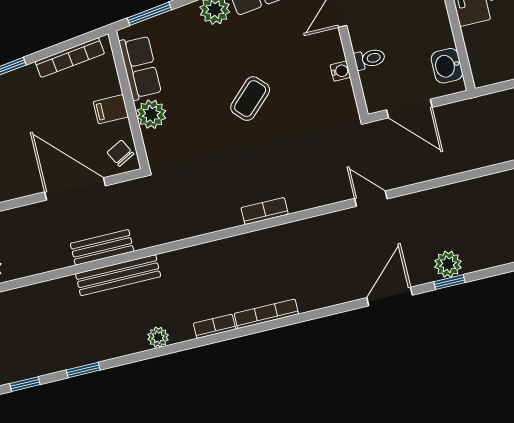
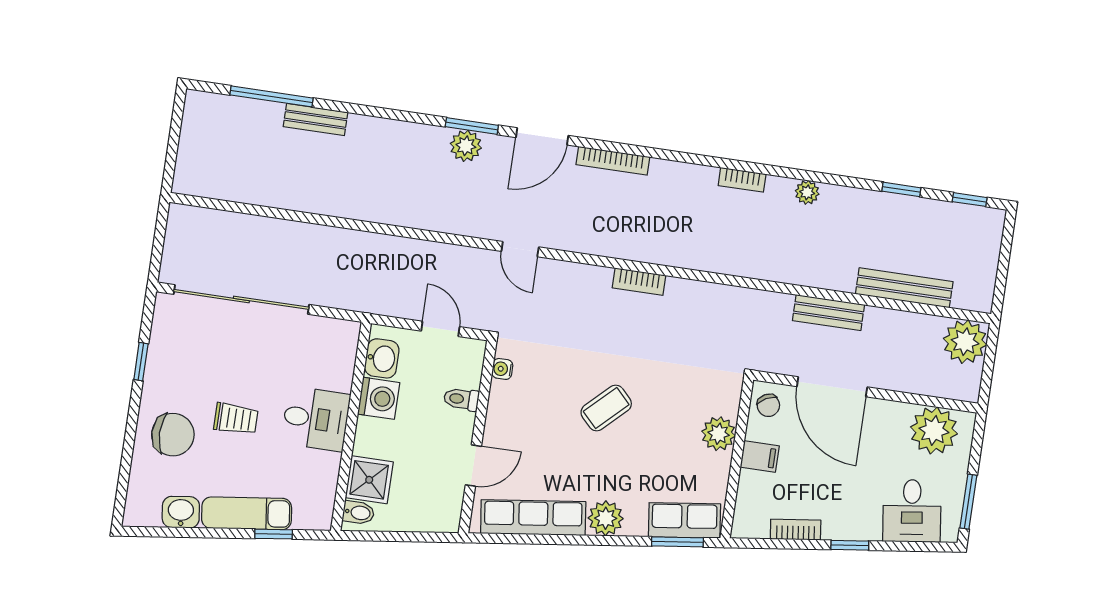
washing machine: (436, 33) -> (379, 398), added
bookcase: (70, 58) -> (796, 530), width x0.64
row of seats: (140, 68) -> (684, 520), moved, turned 83
water cooler: (340, 71) -> (502, 369), moved
door: (409, 109) -> (440, 329), width x0.73
bench: (118, 275) -> (904, 288), moved
window: (450, 282) -> (472, 126), width x1.50
bookcase: (266, 314) -> (613, 161), moved

